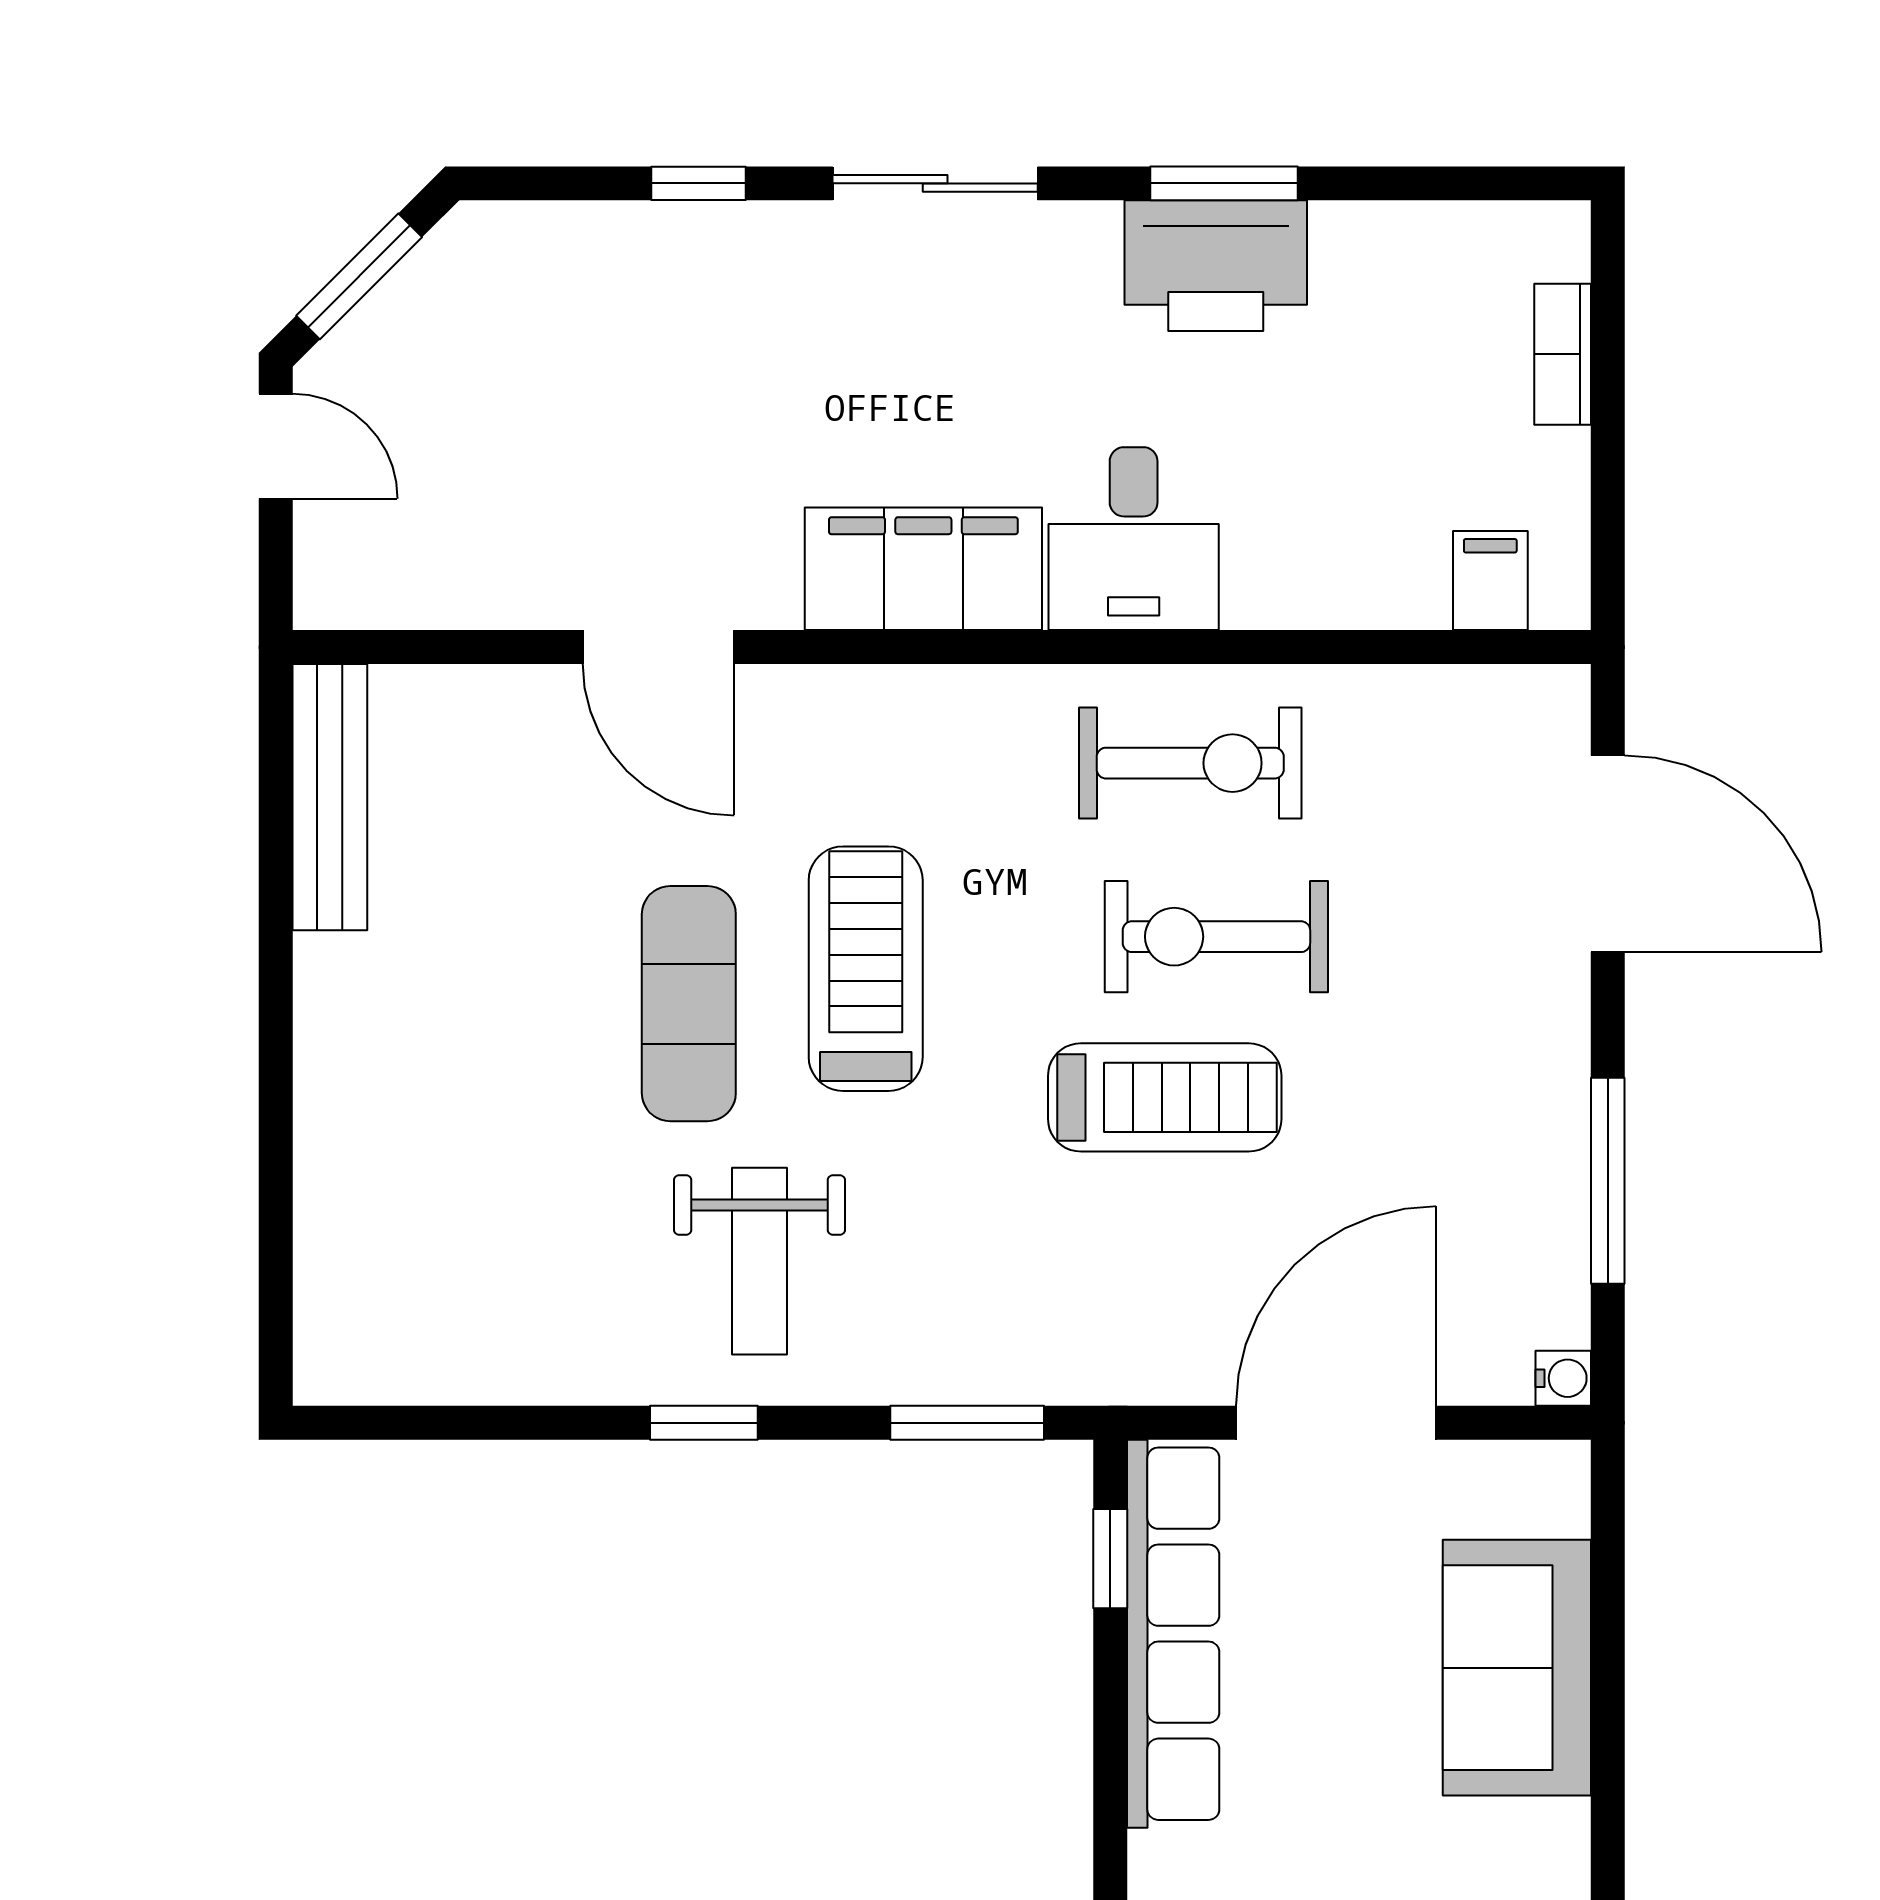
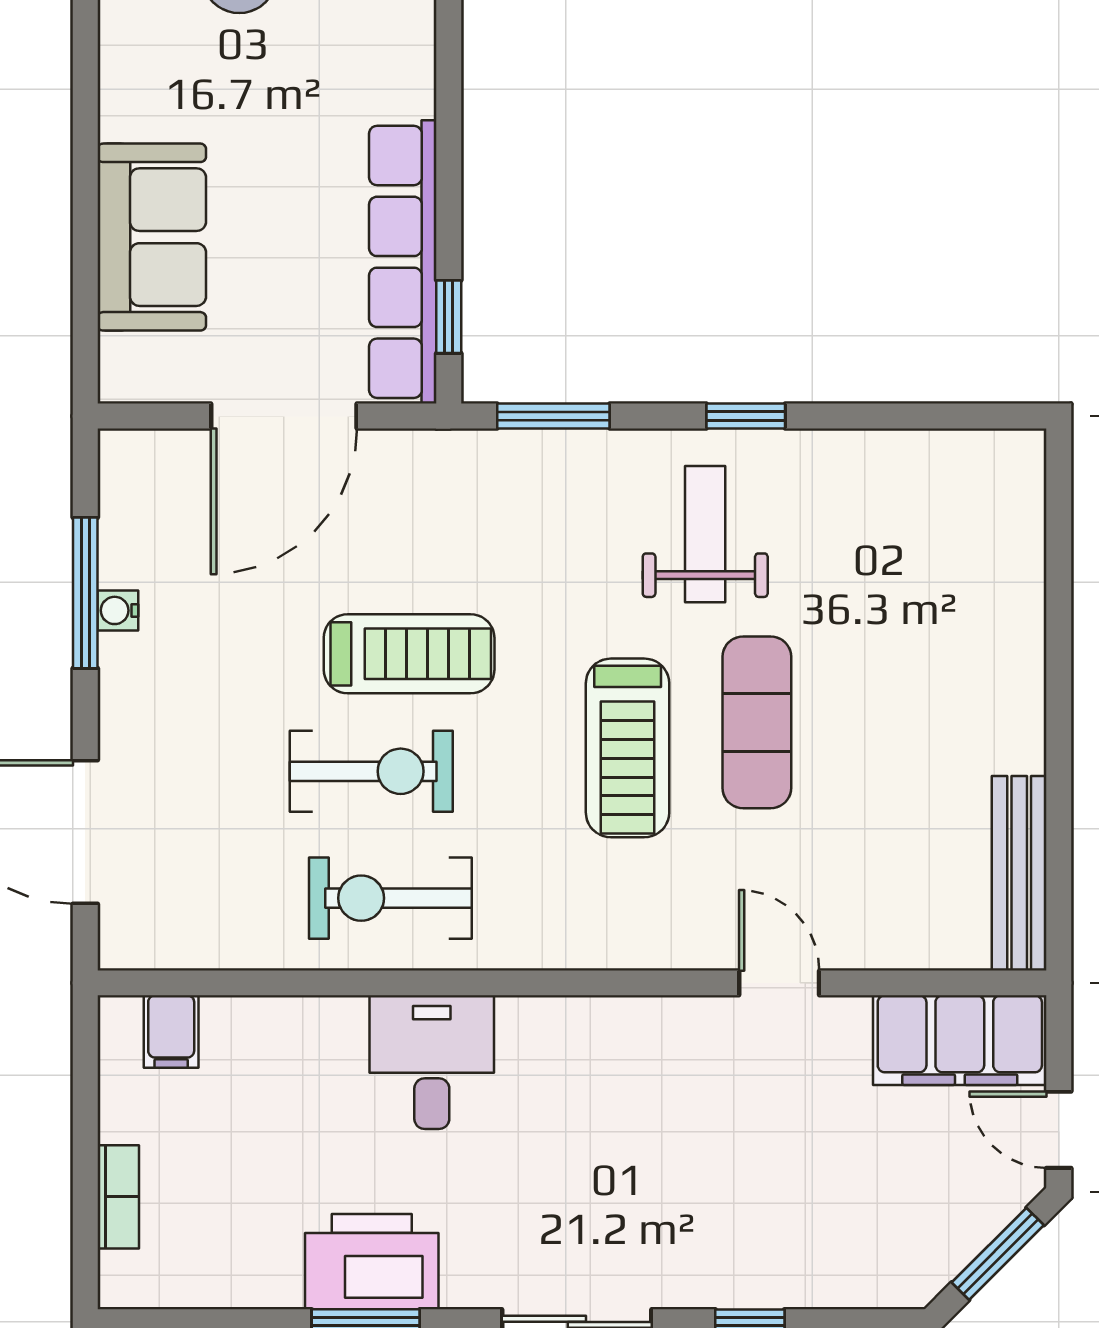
filing cabinet: (923, 569) -> (960, 1040), moved
door: (658, 647) -> (779, 983), width x0.73
treadmill: (1165, 1097) -> (409, 654), turned 180
water cooler: (1563, 1378) -> (118, 610), moved

